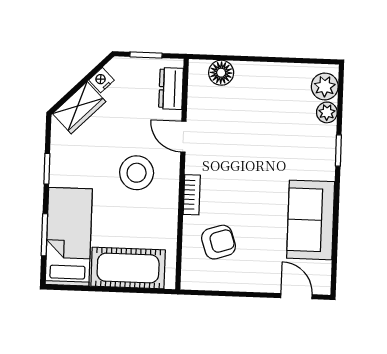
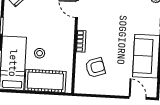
stool: (137, 173) -> (40, 53), moved, width x0.53, depth x0.53

